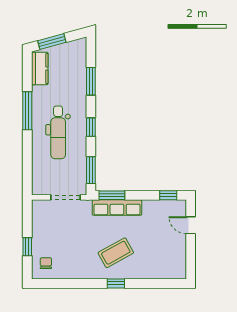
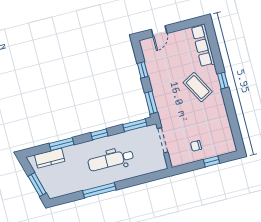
kitchen counter: (40, 68) -> (50, 158), moved, turned 180
dental chair: (58, 132) -> (111, 160), turned 180
window: (168, 195) -> (143, 70), moved
row of seats: (117, 208) -> (203, 45), moved, turned 180
chair: (46, 263) -> (196, 146), moved

